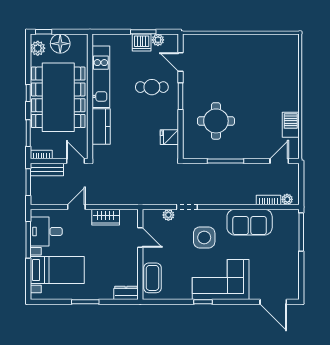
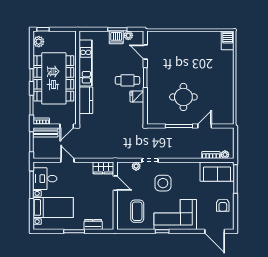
floor lamp: (60, 44) -> (55, 38), removed
cafe table: (152, 87) -> (128, 80), moved
round table: (216, 121) -> (183, 97), moved
barbecue: (291, 125) -> (228, 40), moved
fridge: (169, 137) -> (137, 96), moved
door: (75, 161) -> (67, 126), swing flipped
door: (279, 161) -> (205, 126), moved
door: (76, 207) -> (67, 160), hinge flipped
wardrobe: (106, 217) -> (103, 168), moved
sofa: (250, 222) -> (217, 172), moved
armchair: (284, 267) -> (223, 205), added
coffee table: (152, 278) -> (137, 211), moved
dresser: (126, 293) -> (93, 224), moved

